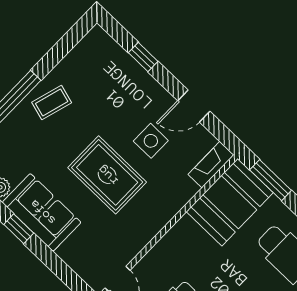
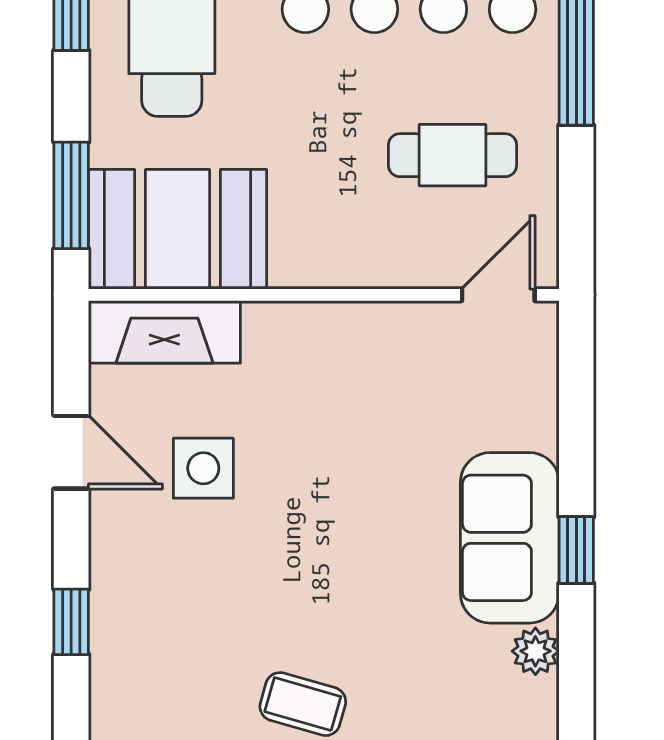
fireplace: (211, 165) -> (164, 332), width x1.37, depth x1.32
rug: (107, 175) -> (335, 487), removed

